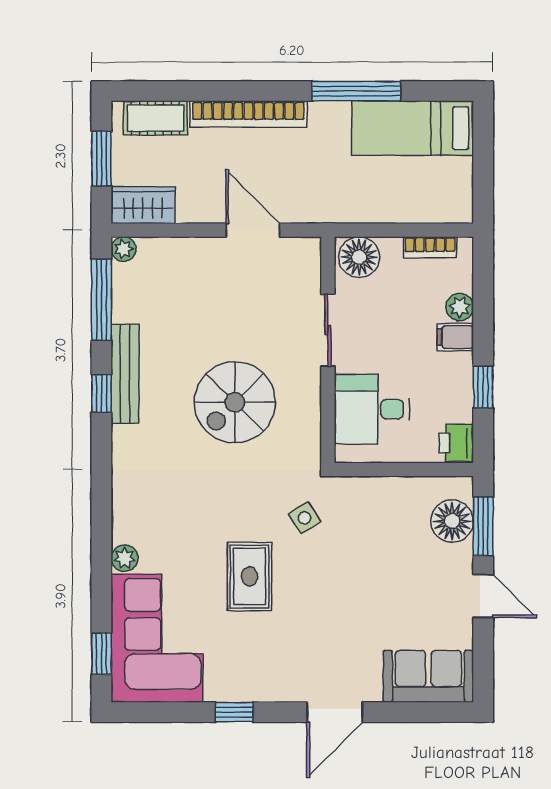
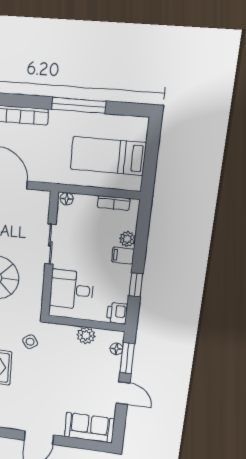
bed: (413, 128) -> (108, 156), moved
floor lamp: (359, 257) -> (67, 199), width x0.53, depth x0.53
plant: (405, 493) -> (86, 336), added
floor lamp: (452, 521) -> (116, 349), width x0.53, depth x0.53

